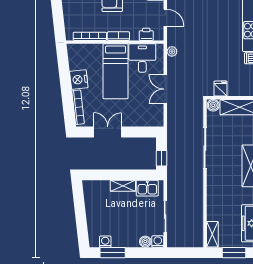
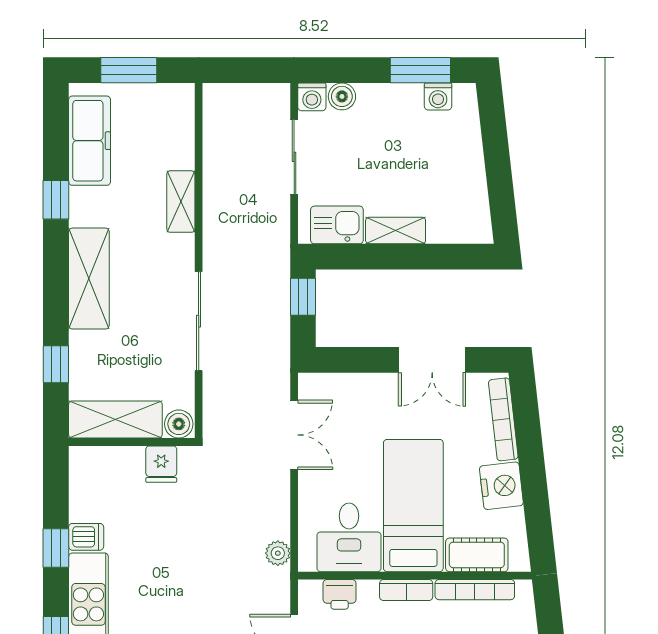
cot: (89, 51) -> (477, 555), added
double door: (165, 89) -> (294, 435), moved
shelving: (212, 234) -> (181, 202), moved

